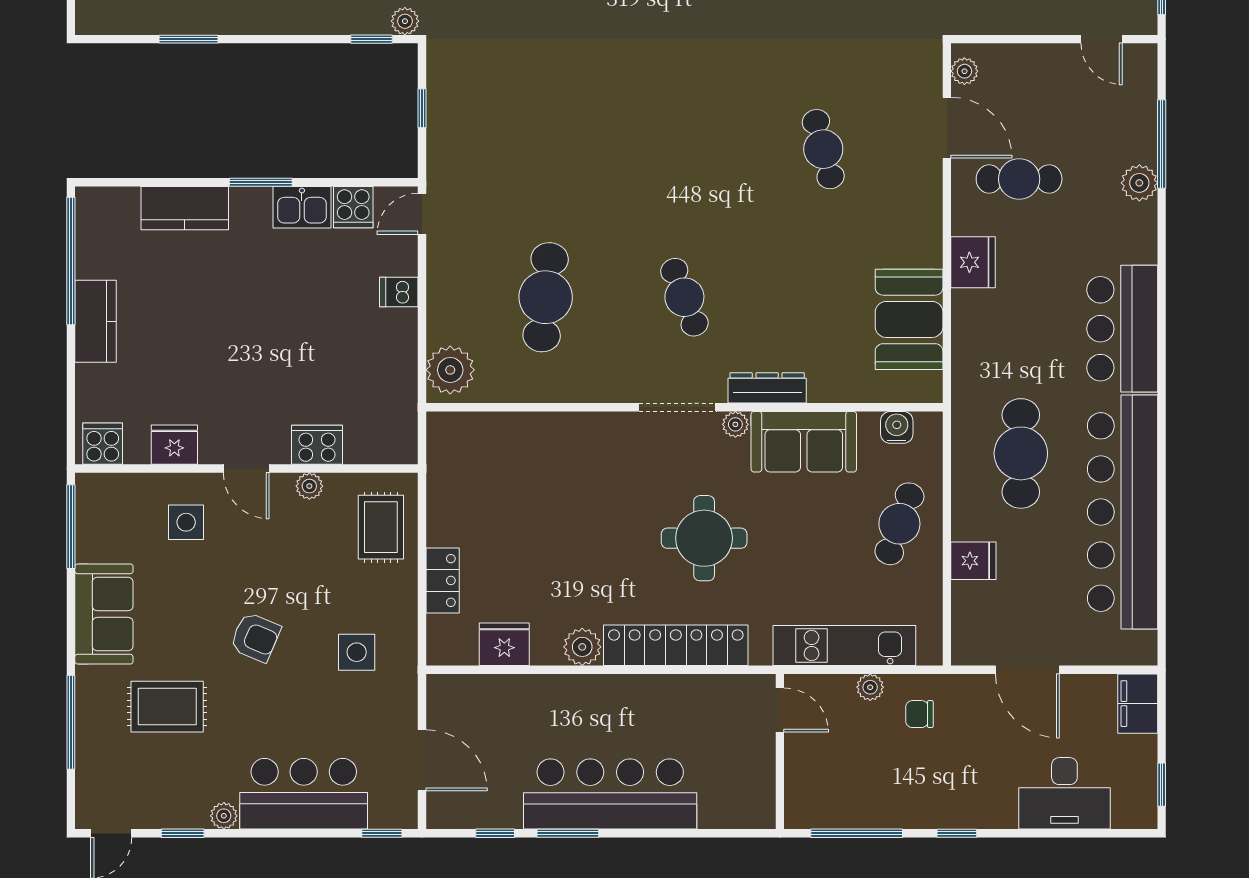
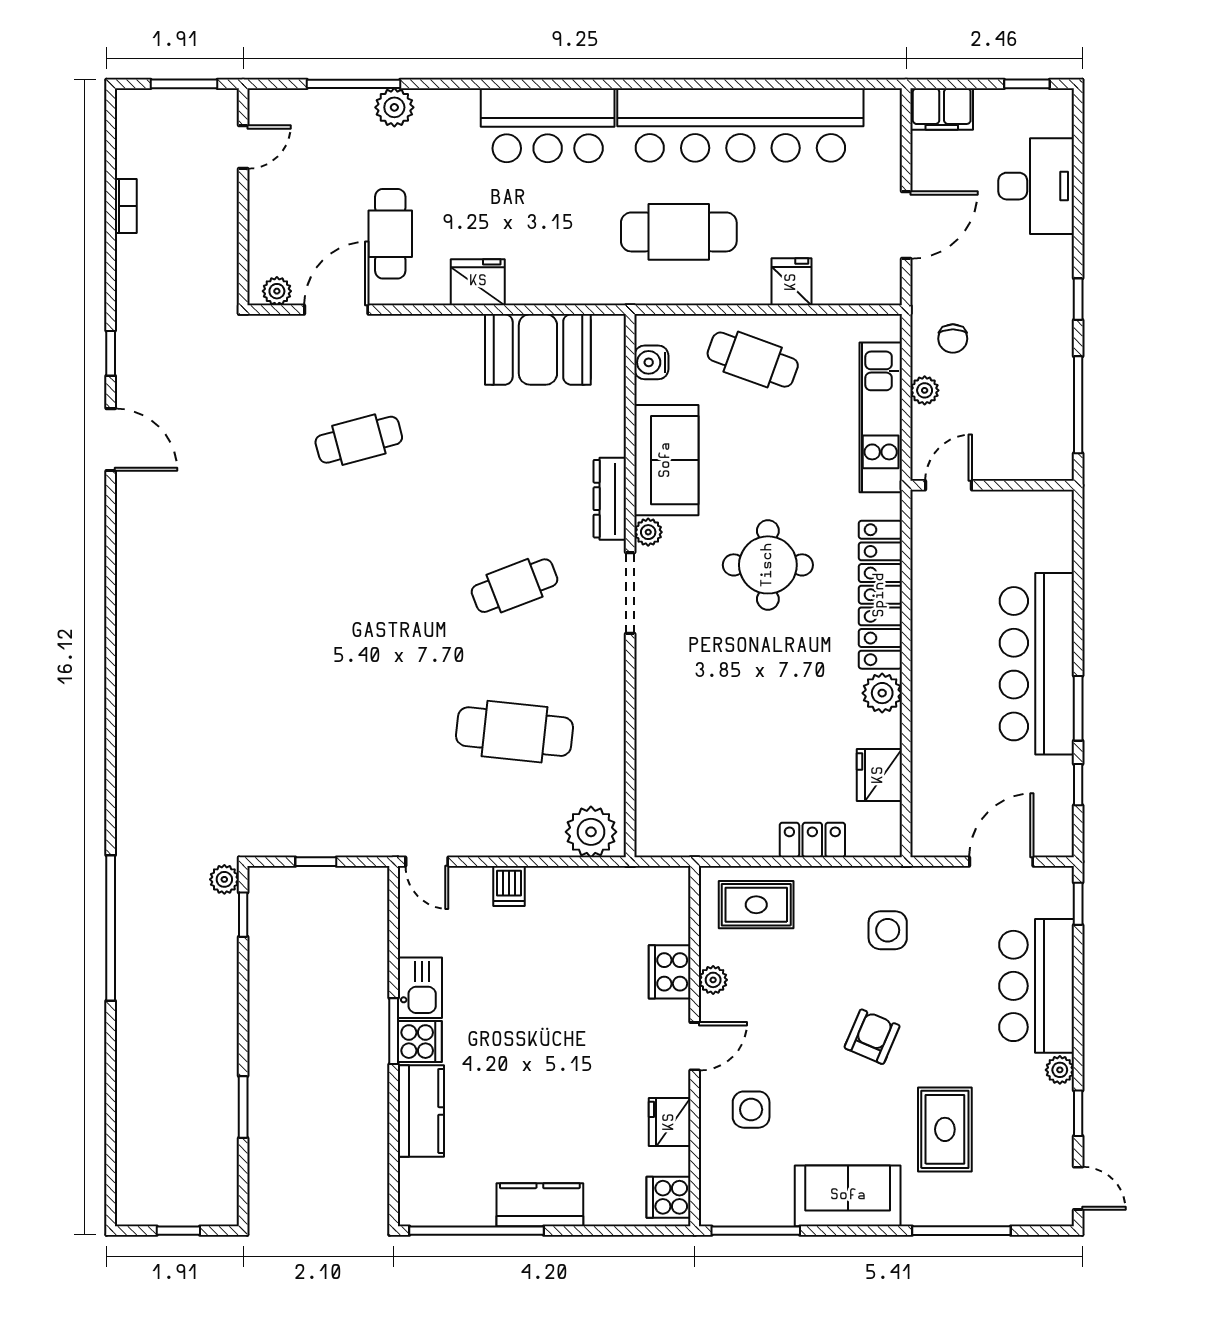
cooker: (353, 207) -> (420, 1042), moved

